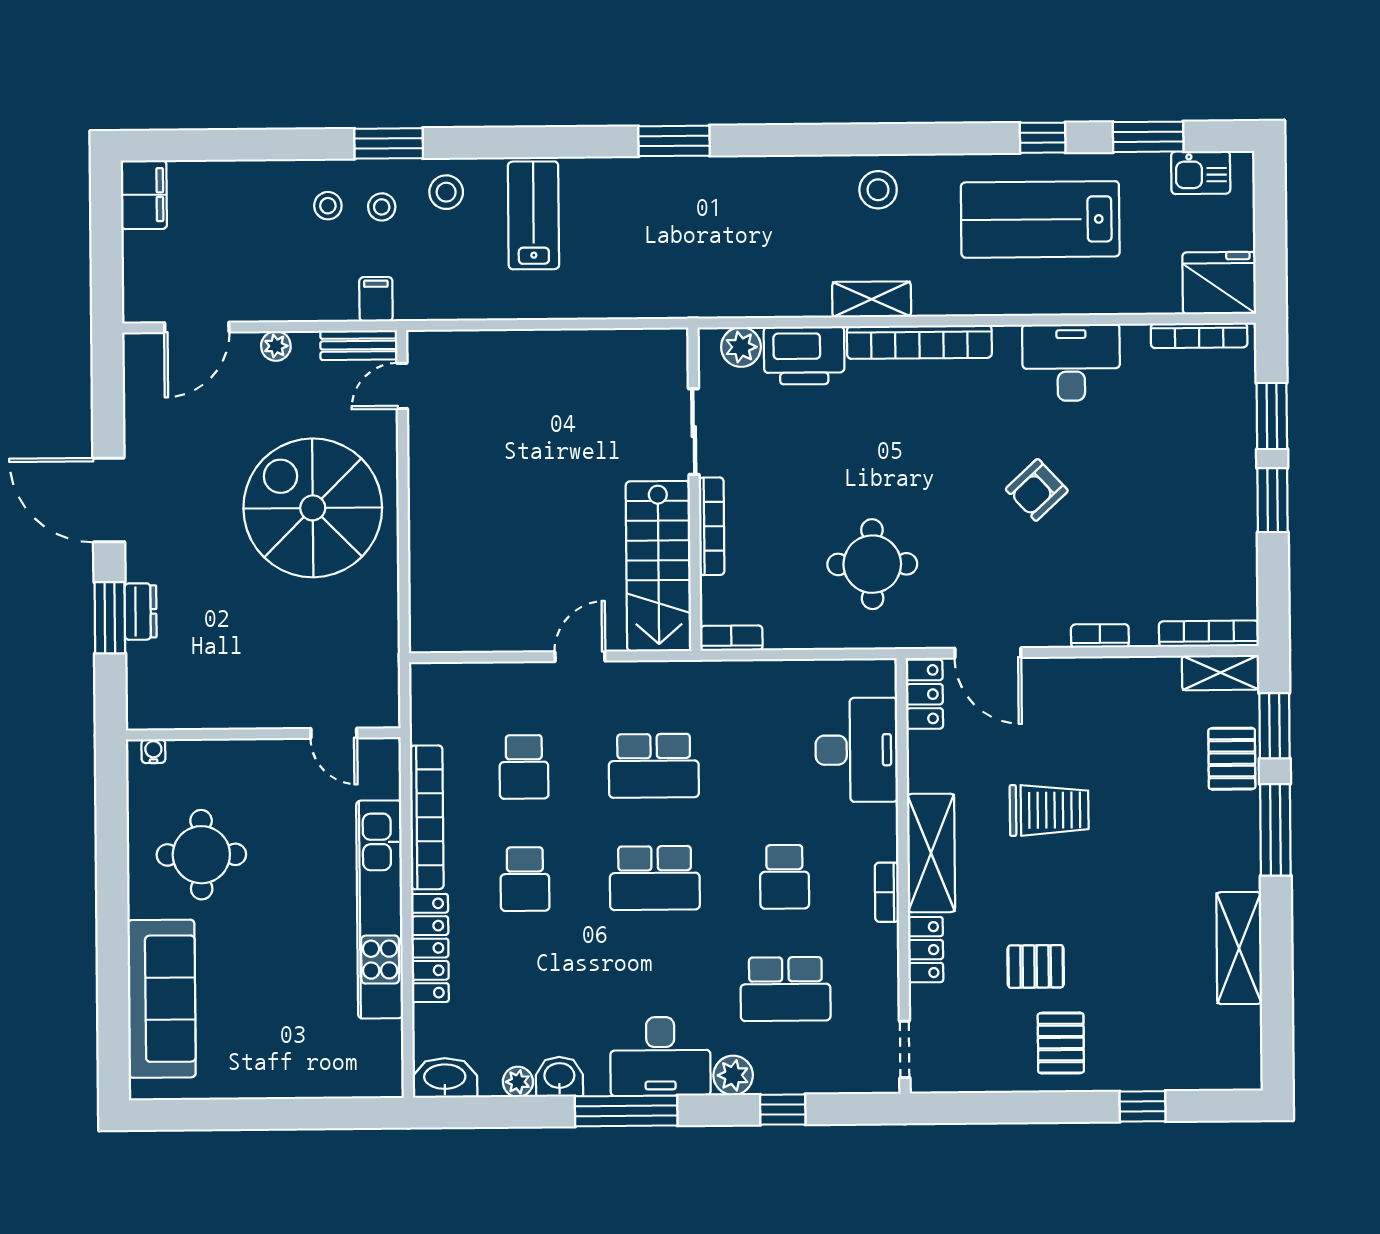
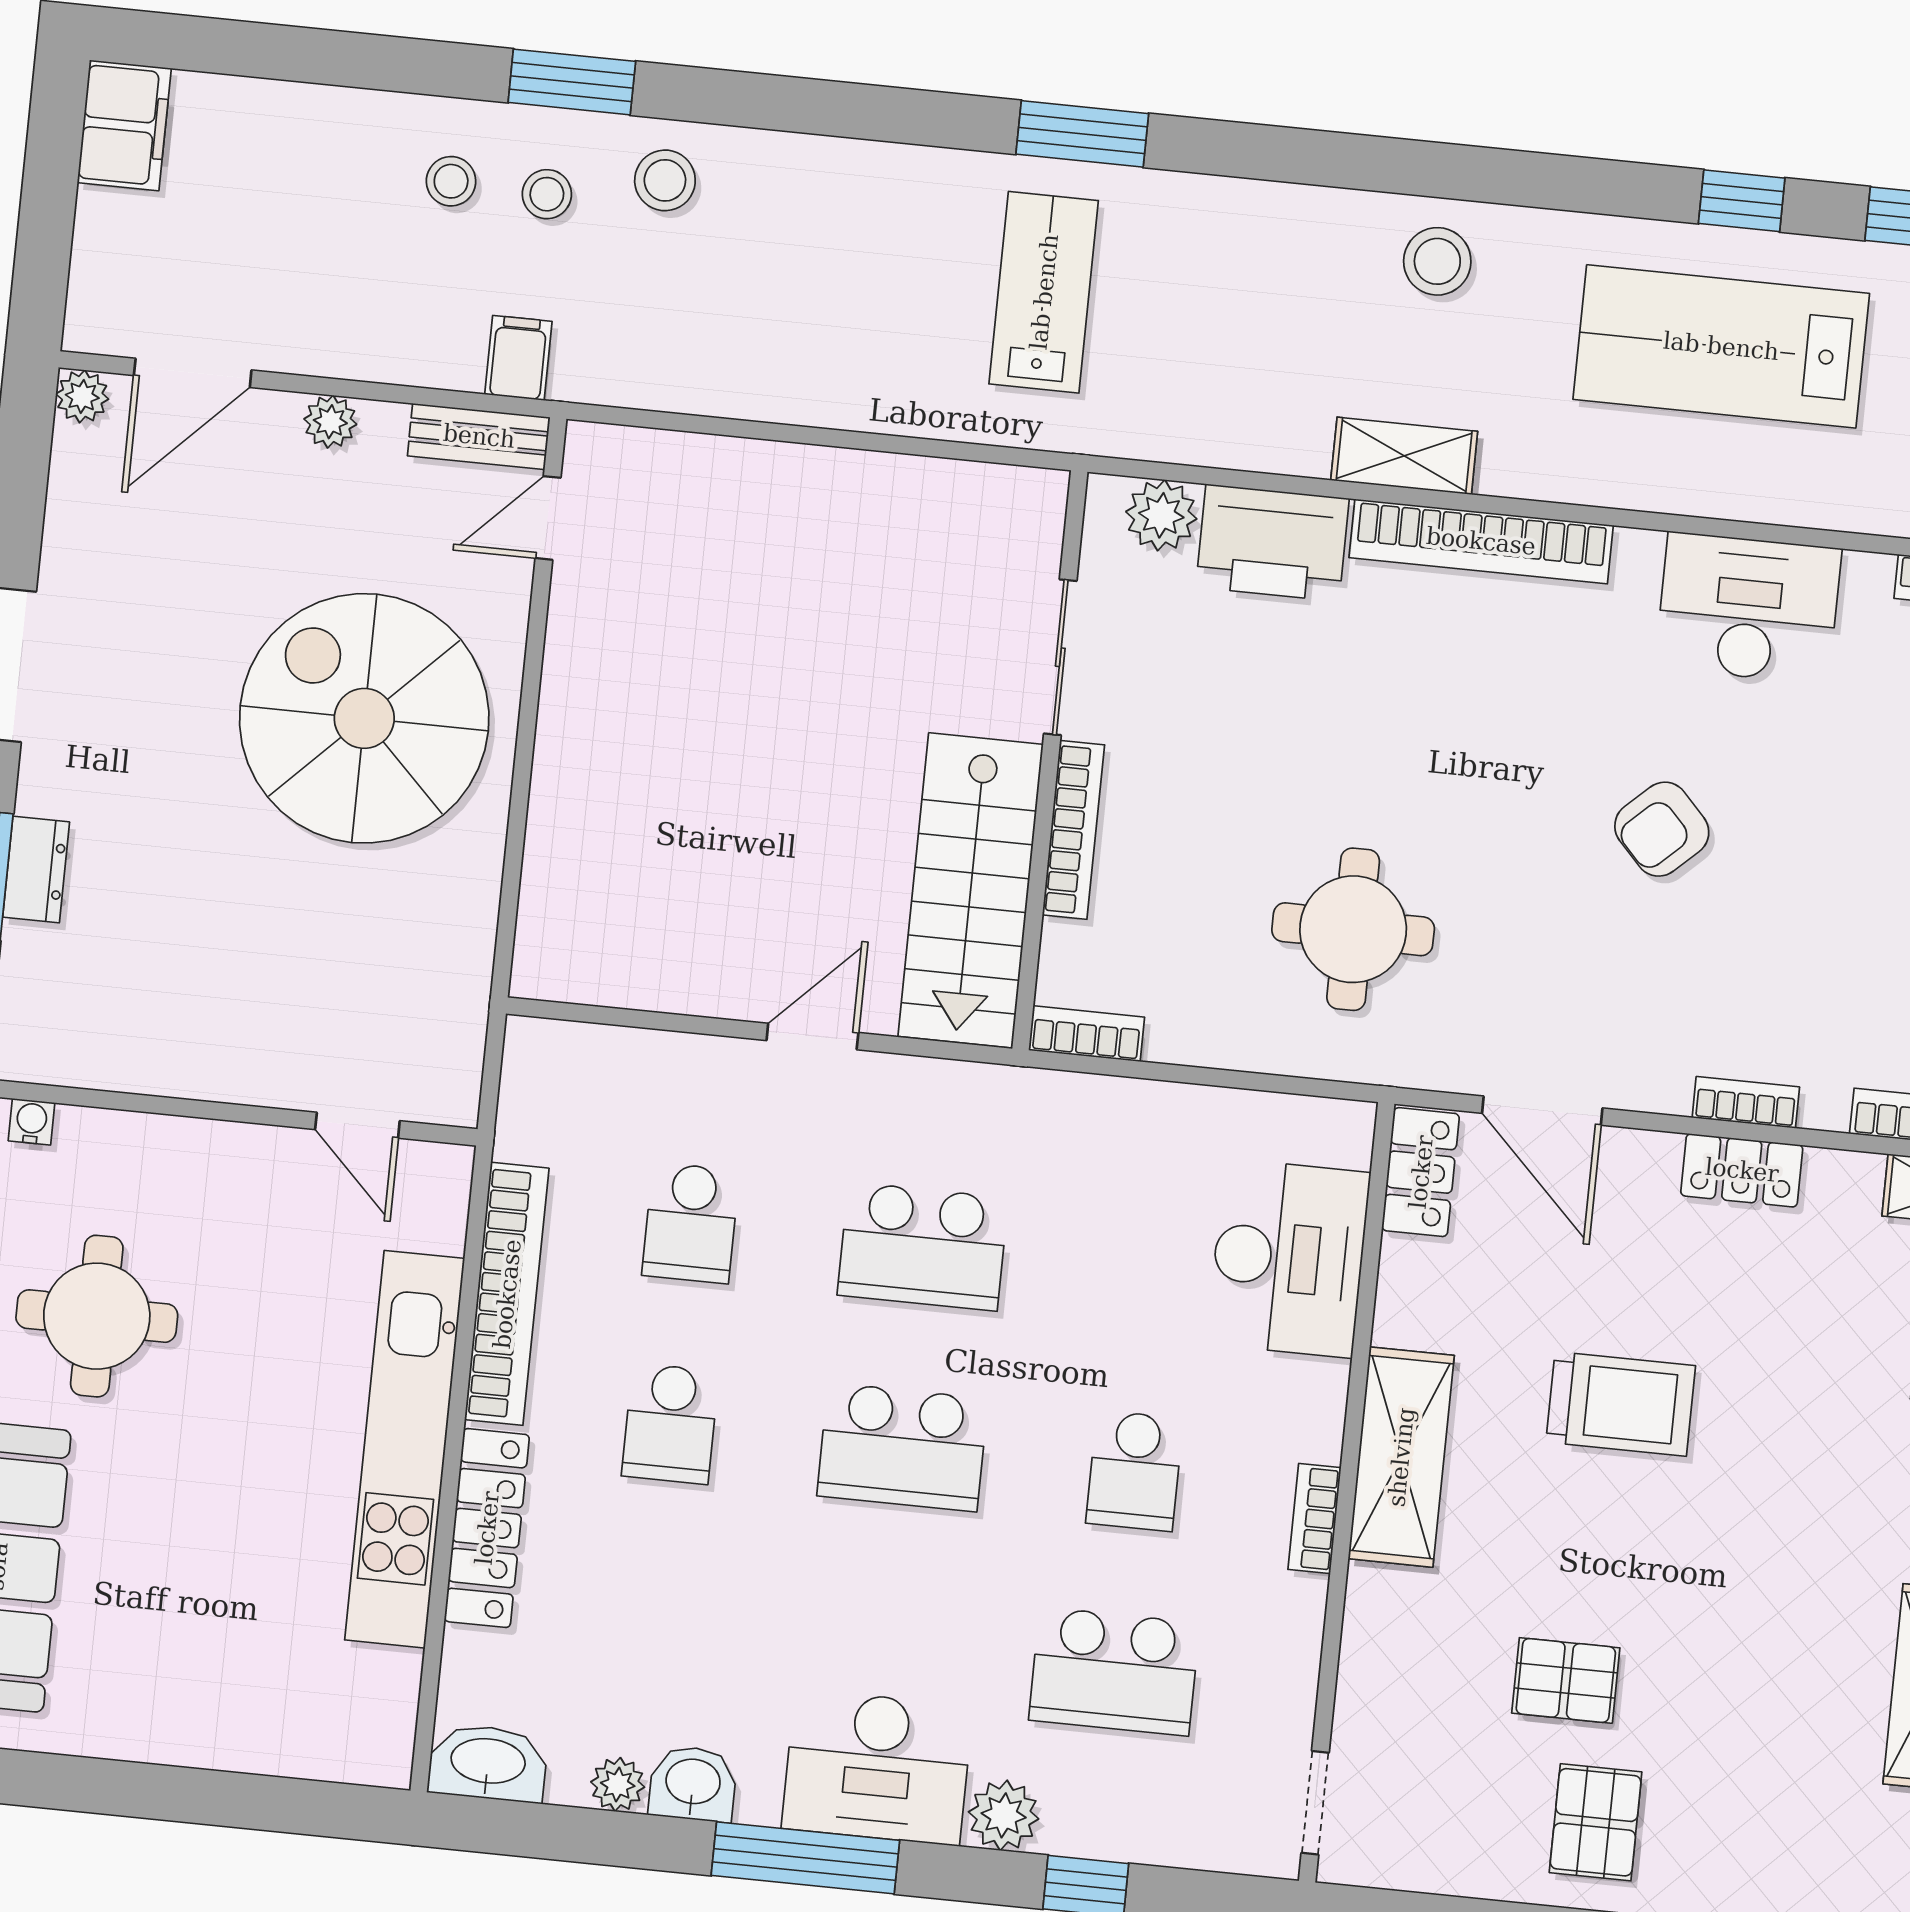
lab bench: (533, 215) -> (1044, 292), moved
plant: (137, 347) -> (82, 396), added
locker: (926, 950) -> (1742, 1170), moved, turned 90

